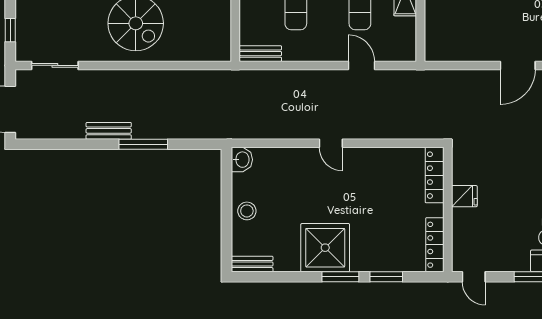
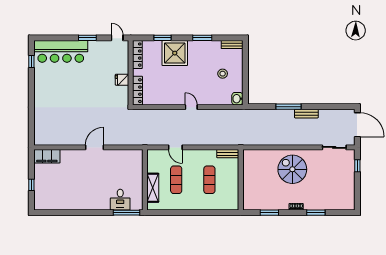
stool: (247, 211) -> (223, 74), moved
shower: (325, 248) -> (175, 53), moved
window: (340, 277) -> (202, 38), moved

